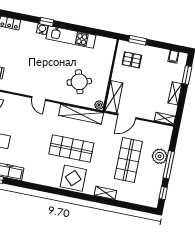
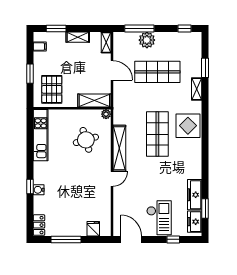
kitchen unit: (71, 37) -> (41, 135), moved
window: (138, 40) -> (30, 74), moved
pallet: (132, 60) -> (52, 89), width x1.50, depth x1.42
shelving: (81, 114) -> (119, 148), moved
door: (127, 116) -> (112, 70), moved
window: (169, 165) -> (139, 29), moved
window: (123, 205) -> (205, 68), added

